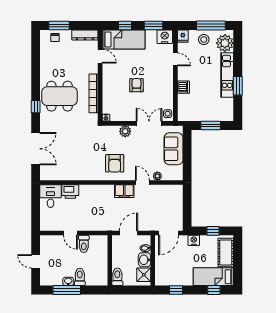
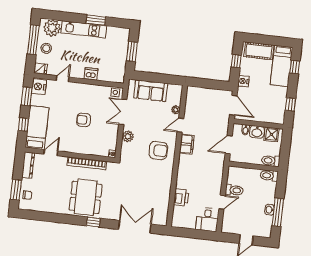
desk: (51, 196) -> (207, 219), moved, turned -90
door: (129, 233) -> (229, 145), hinge flipped
toilet: (80, 277) -> (269, 176), moved

